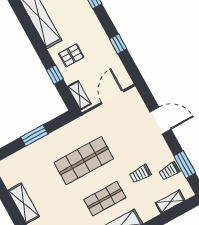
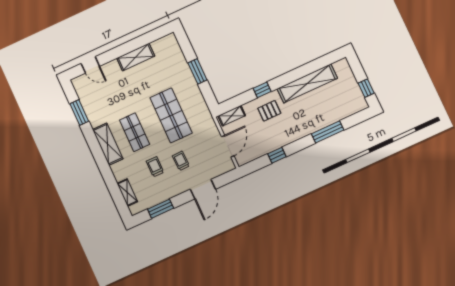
pallet: (71, 55) -> (269, 111), turned 90
window: (55, 75) -> (262, 90), moved
door: (112, 97) -> (228, 146), hinge flipped
trolley: (169, 171) -> (181, 161), moved

